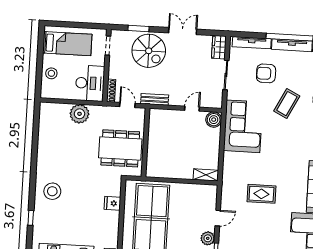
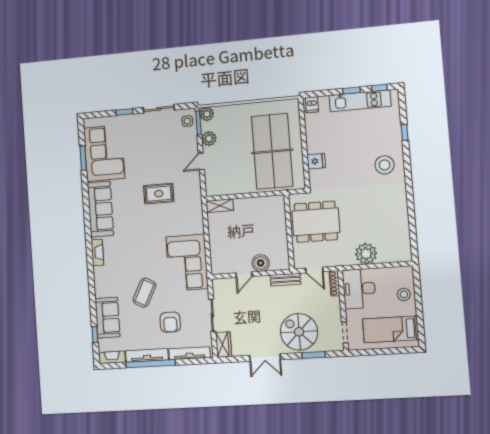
armchair: (266, 73) -> (170, 322), turned 90
boiler: (214, 120) -> (261, 263), moved

